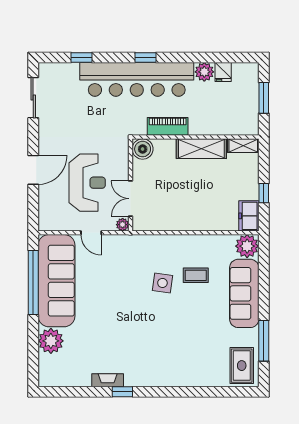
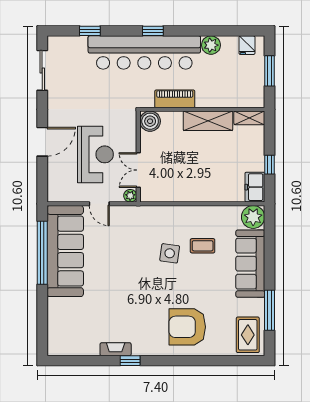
fridge: (223, 72) -> (247, 45), moved
plant: (51, 341) -> (60, 310), removed
armchair: (180, 358) -> (187, 327), added

